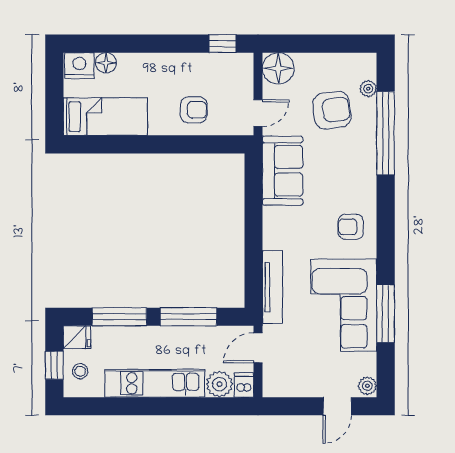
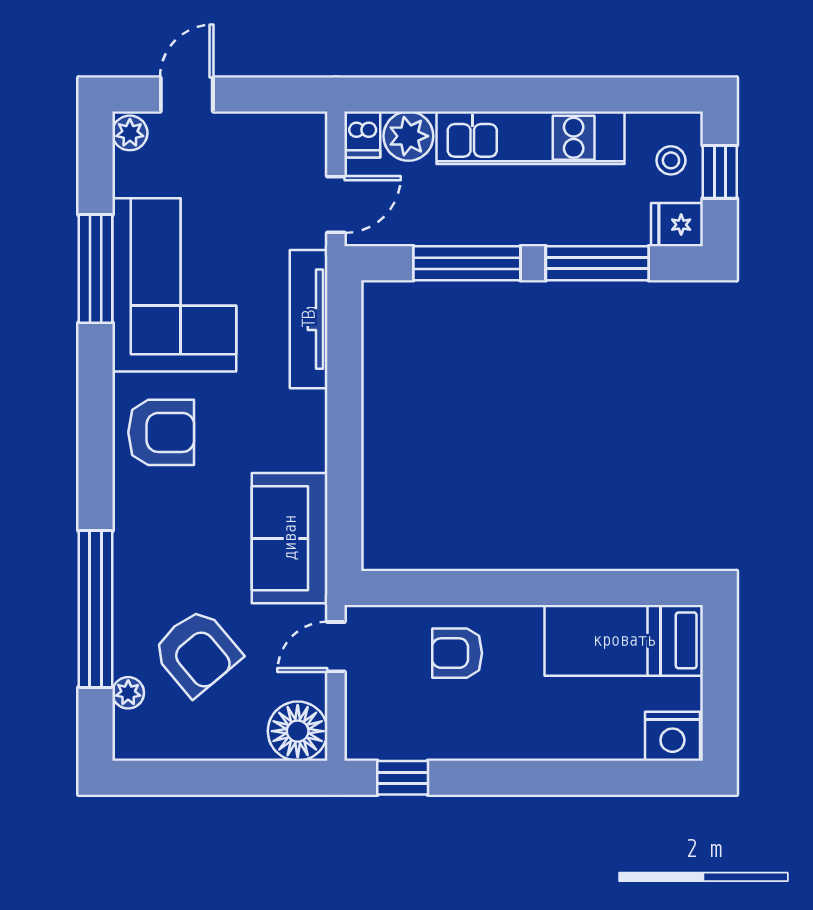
floor lamp: (106, 63) -> (622, 741), removed
armchair: (332, 110) -> (197, 652), turned -123
armchair: (351, 227) -> (161, 432), width x1.38, depth x1.38

